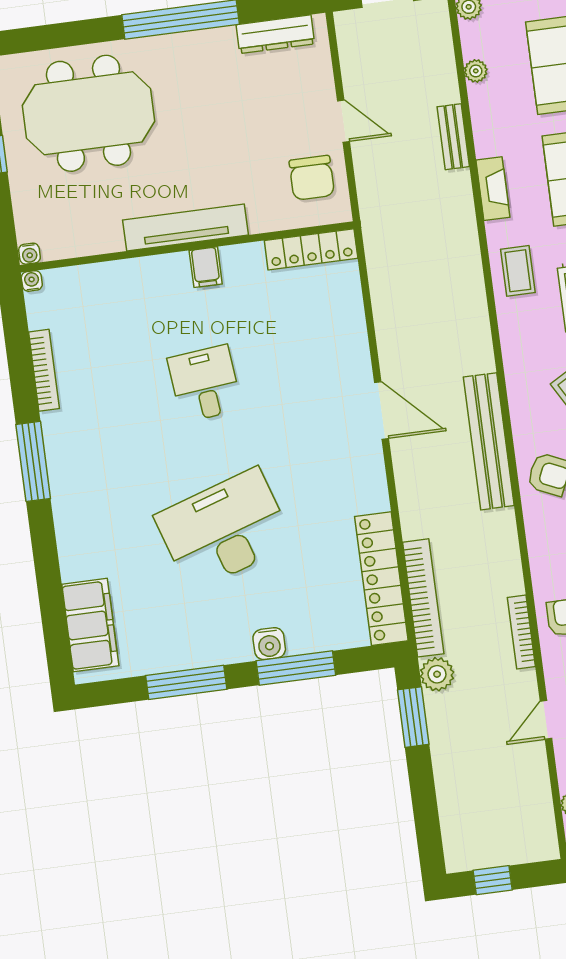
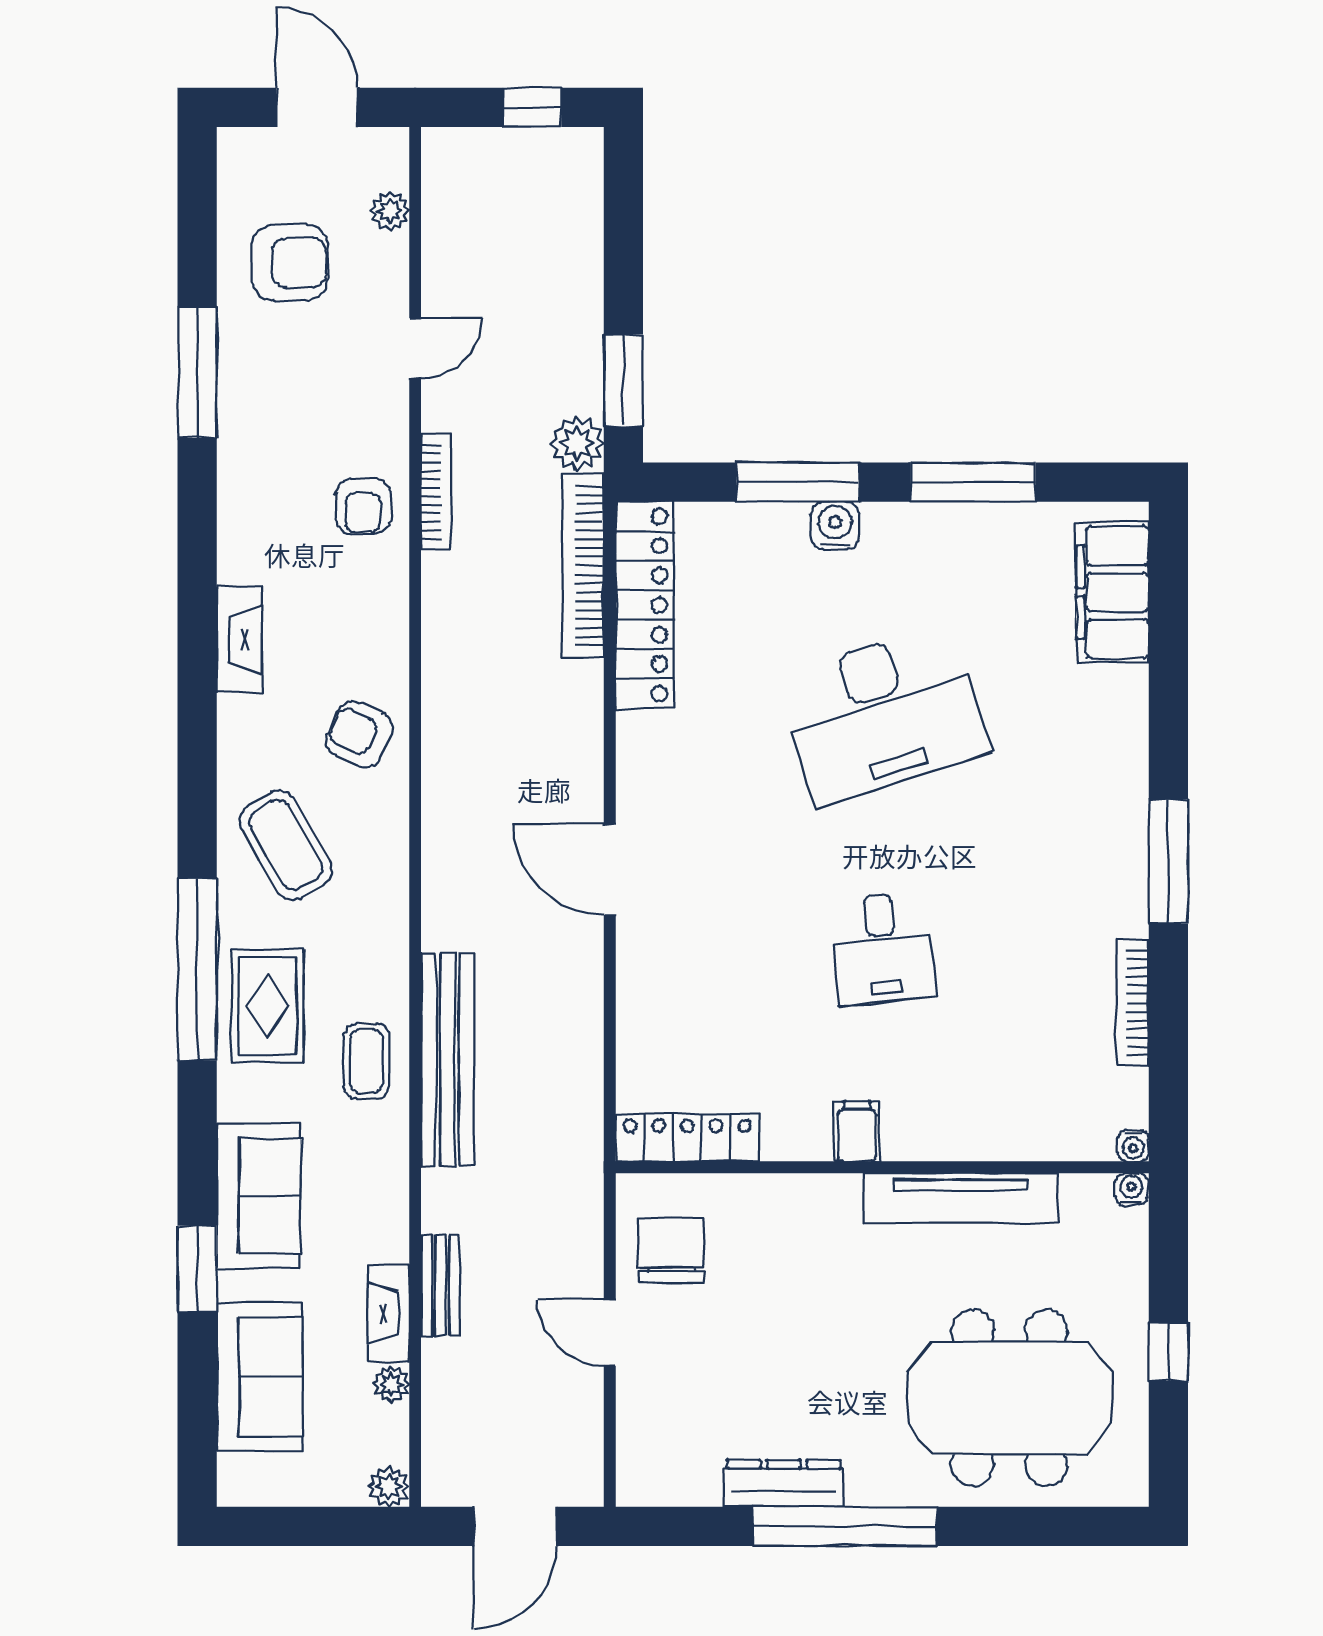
dresser: (275, 34) -> (784, 1483), moved
fireplace: (493, 189) -> (388, 1314), moved
tv unit: (185, 228) -> (961, 1198), moved
bench: (489, 441) -> (447, 1059), moved

